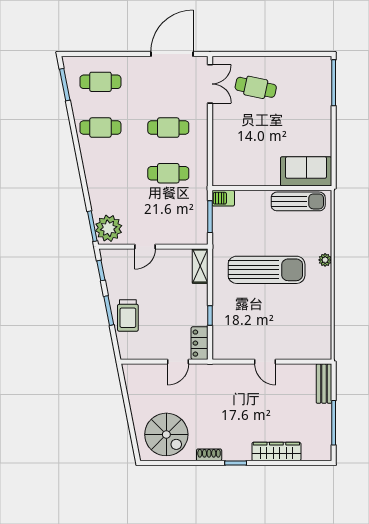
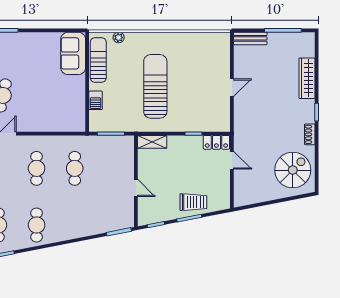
barbecue: (223, 198) -> (96, 100), moved
plant: (109, 228) -> (121, 218), removed
plant: (325, 260) -> (119, 38), moved

